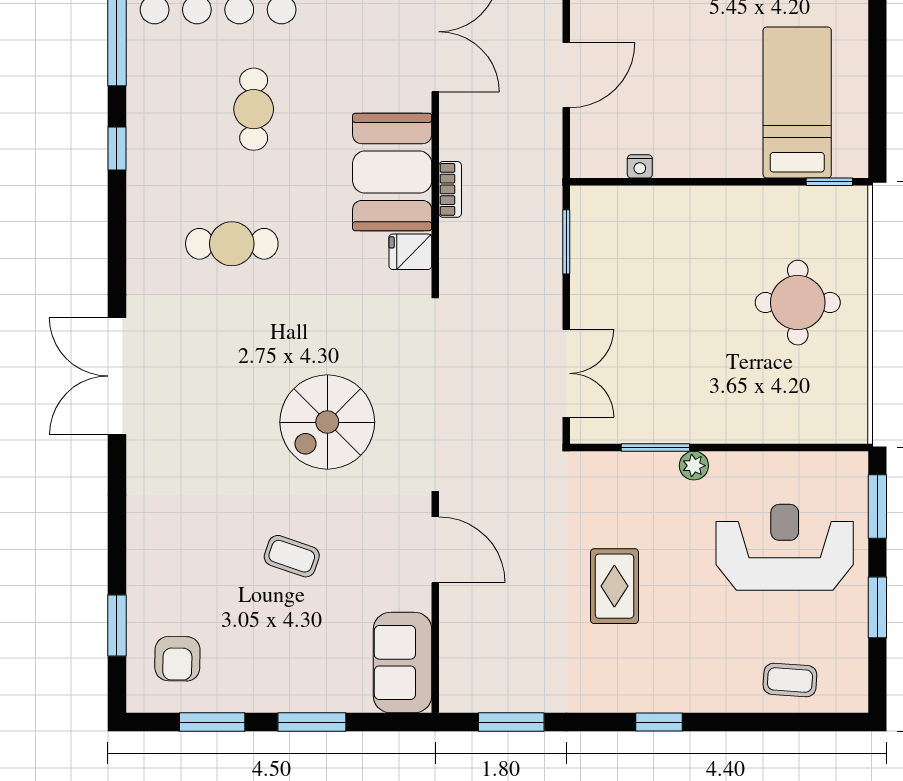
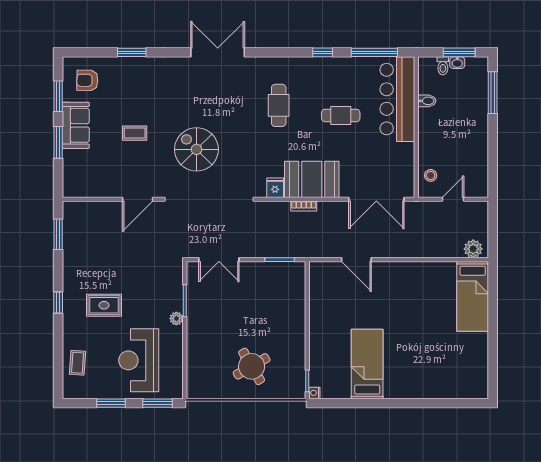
bed: (797, 103) -> (367, 364), moved, turned -90
nightstand: (640, 166) -> (314, 393), moved
round table: (798, 303) -> (252, 366), turned -30
reception desk: (785, 547) -> (139, 360), turned 180
coffee table: (292, 556) -> (135, 133), turned 71
rug: (614, 586) -> (104, 305), moved
window: (117, 626) -> (132, 52), moved
sofa: (402, 663) -> (76, 125), moved, turned 90

